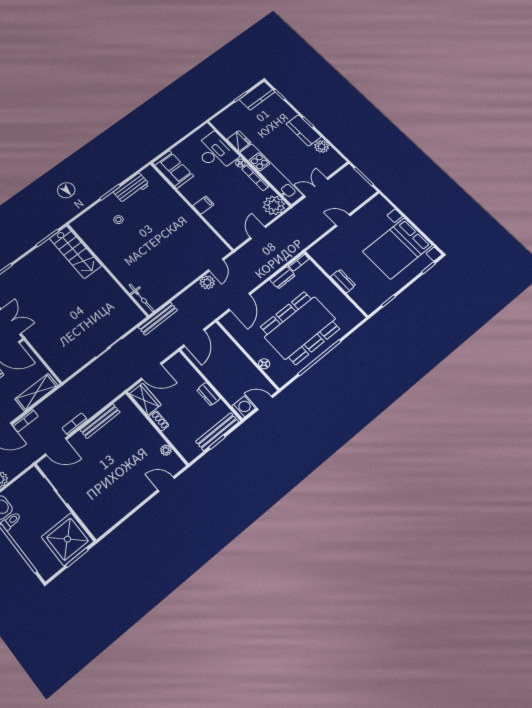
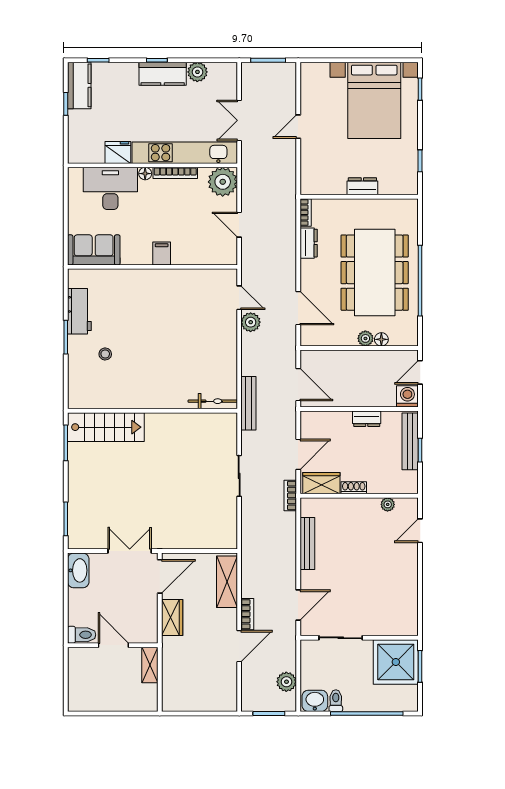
plant: (256, 354) -> (365, 338), added
bookcase: (75, 424) -> (290, 495), moved

